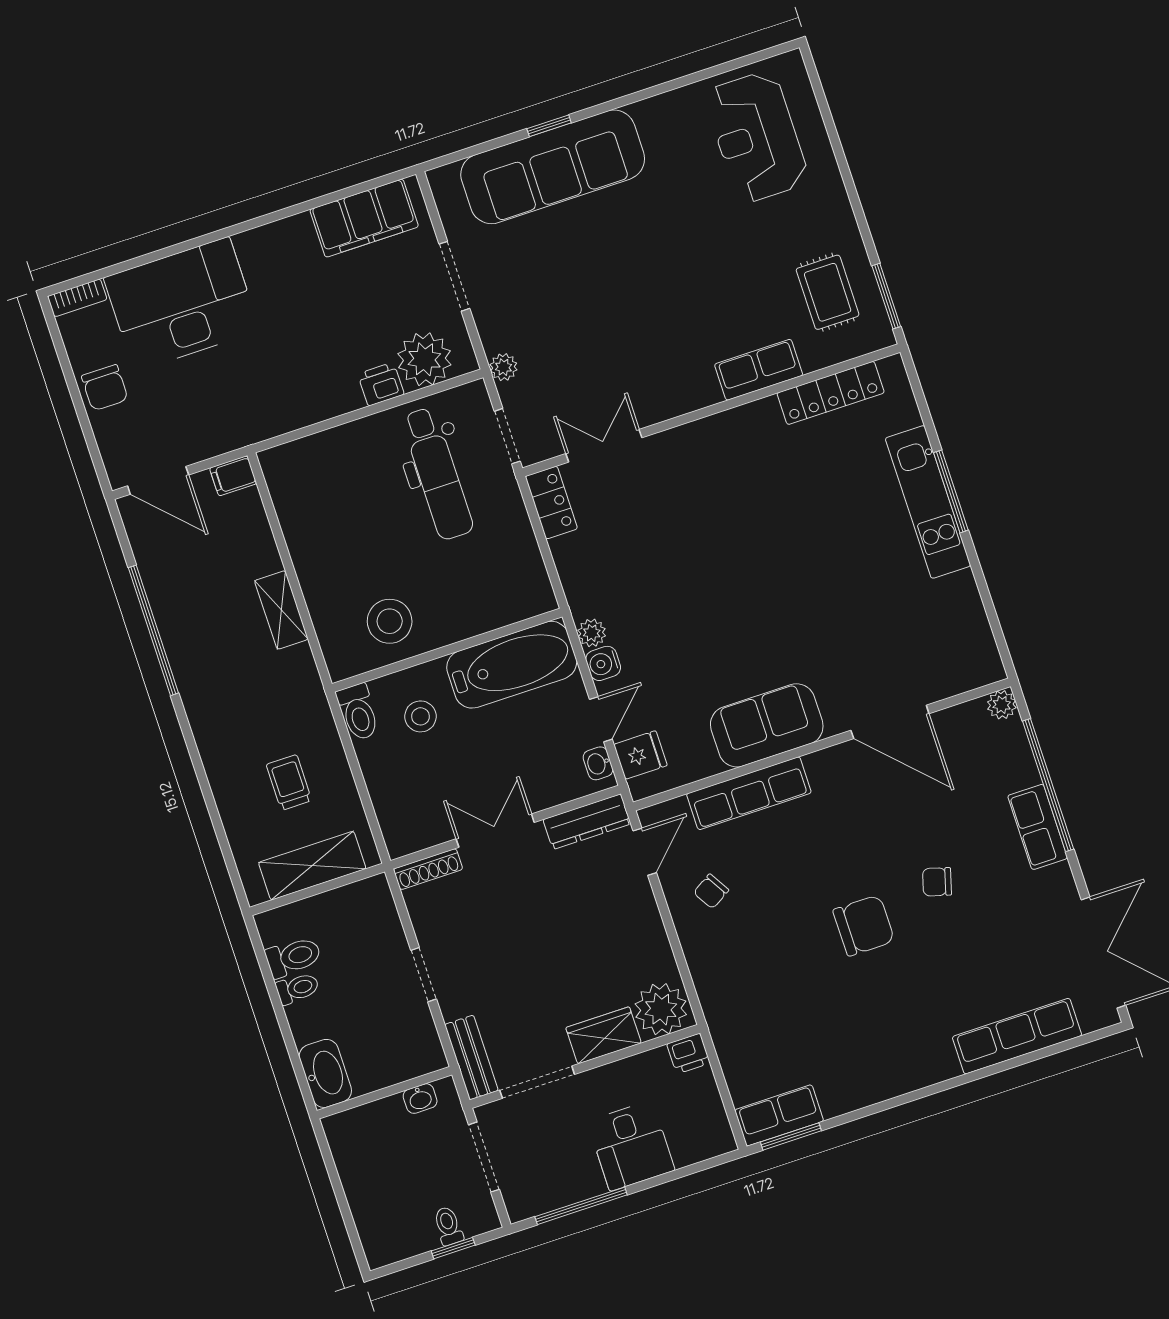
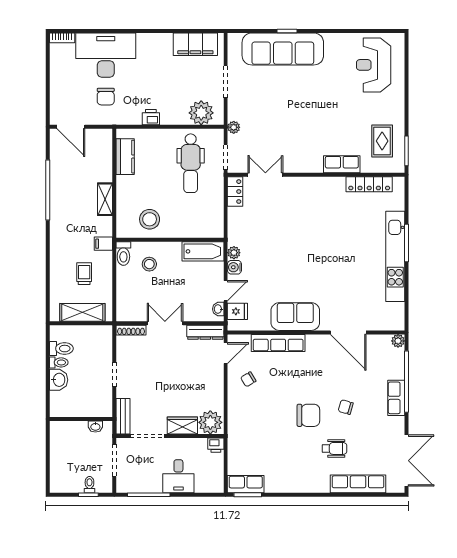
printer: (381, 384) -> (151, 117), moved
chair: (105, 388) -> (106, 97), moved
filing cabinet: (233, 476) -> (103, 244), moved
kitchen unit: (928, 502) -> (395, 256), width x1.36
kitchen counter: (294, 505) -> (125, 157), added
bathtub: (512, 665) -> (203, 251), width x0.73, depth x0.73
wheelchair: (942, 978) -> (334, 448), added
washbasin: (325, 1073) -> (59, 380), moved, width x0.72

